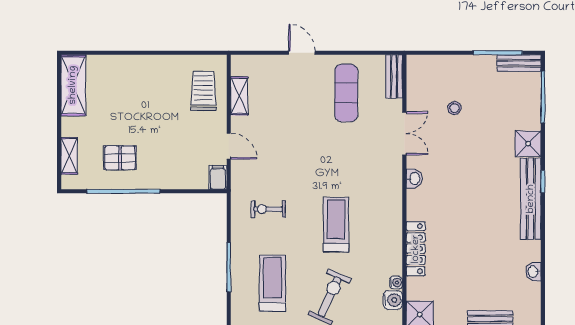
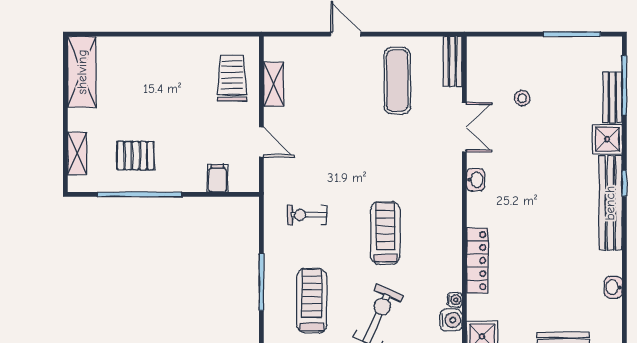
bench: (519, 63) -> (612, 97), moved, turned 90
filing cabinet: (218, 177) -> (218, 178), moved

